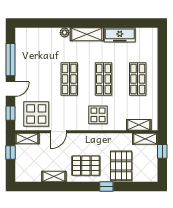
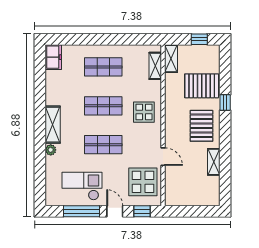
freezer: (120, 35) -> (53, 57), moved, width x0.71
checkout: (33, 60) -> (82, 186), added
shelving: (27, 138) -> (171, 192), removed
window: (162, 151) -> (199, 39), moved
window: (10, 153) -> (187, 211), removed

